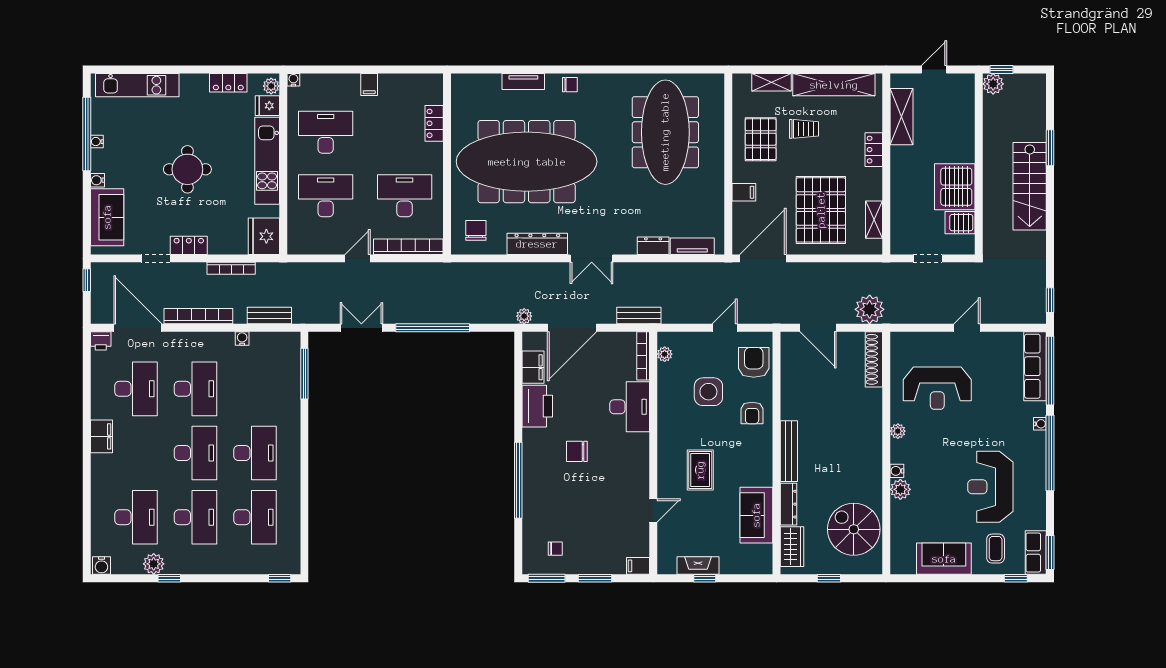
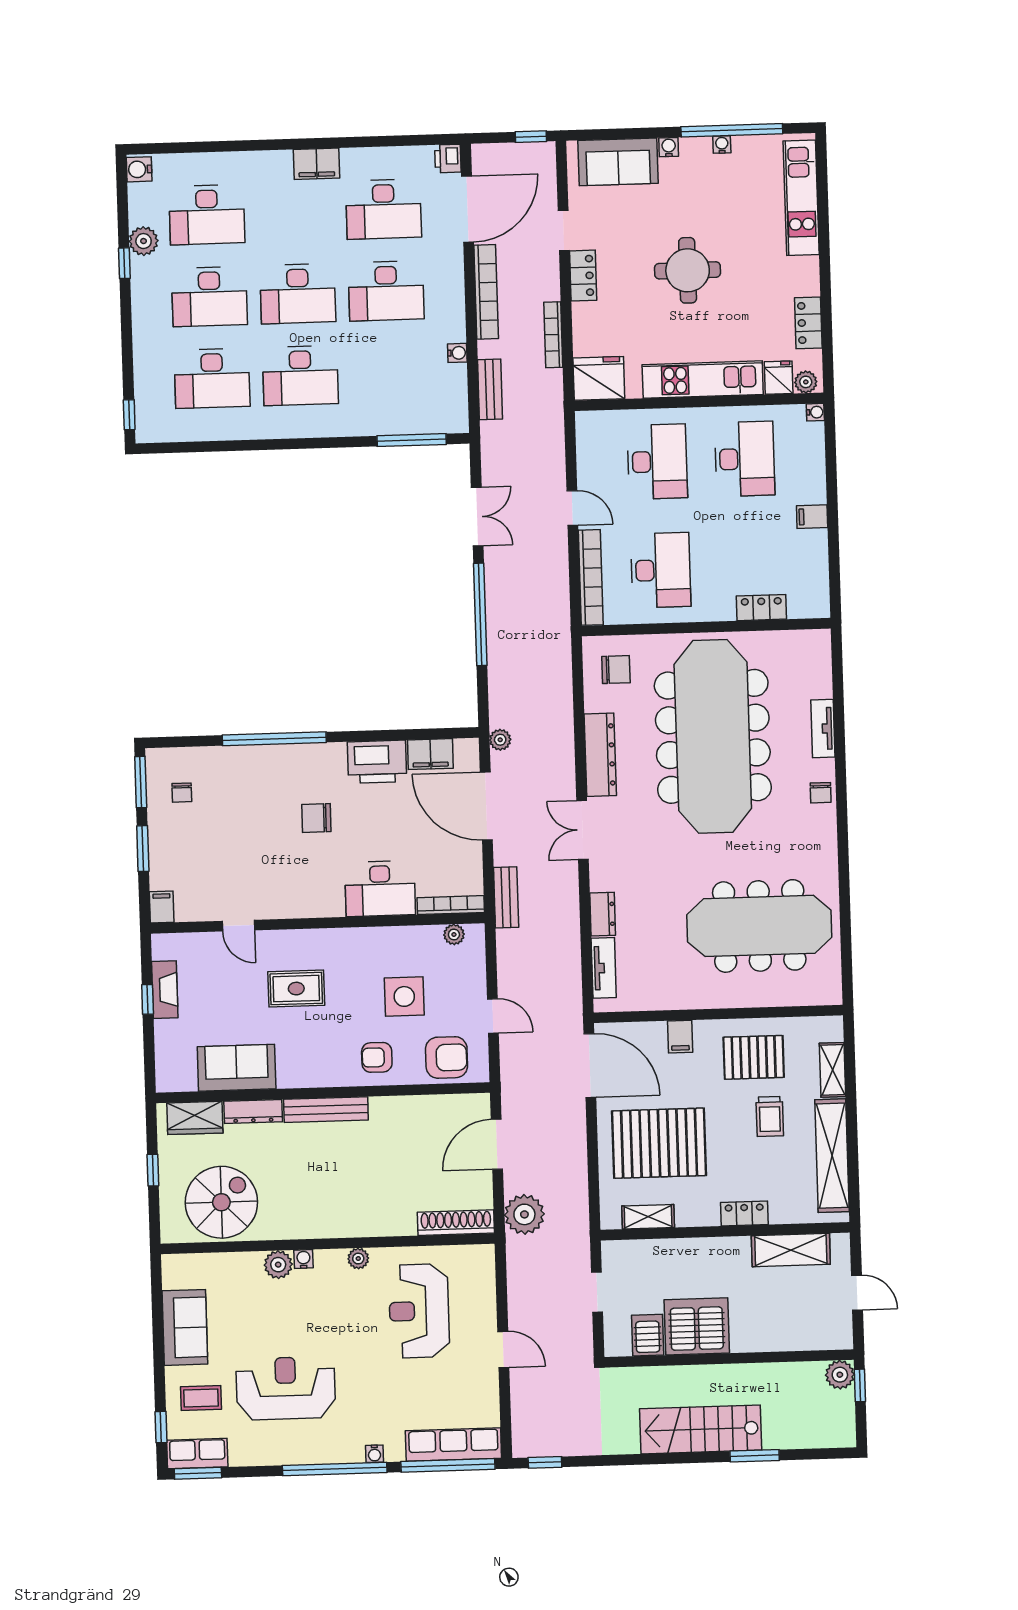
chair: (577, 451) -> (316, 818), turned -90

